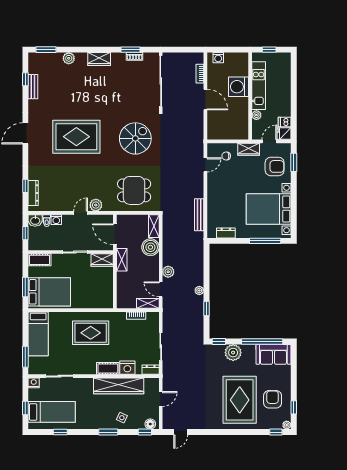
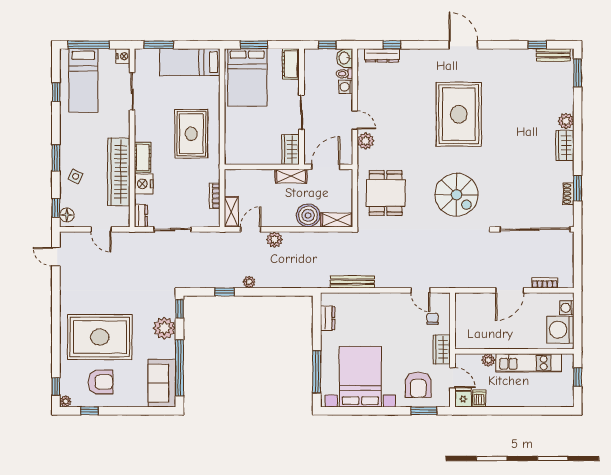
plant: (69, 58) -> (566, 121), moved
bench: (33, 87) -> (553, 55), moved
washing machine: (239, 87) -> (560, 330), moved, turned -90
window: (25, 408) -> (89, 45), width x2.17

